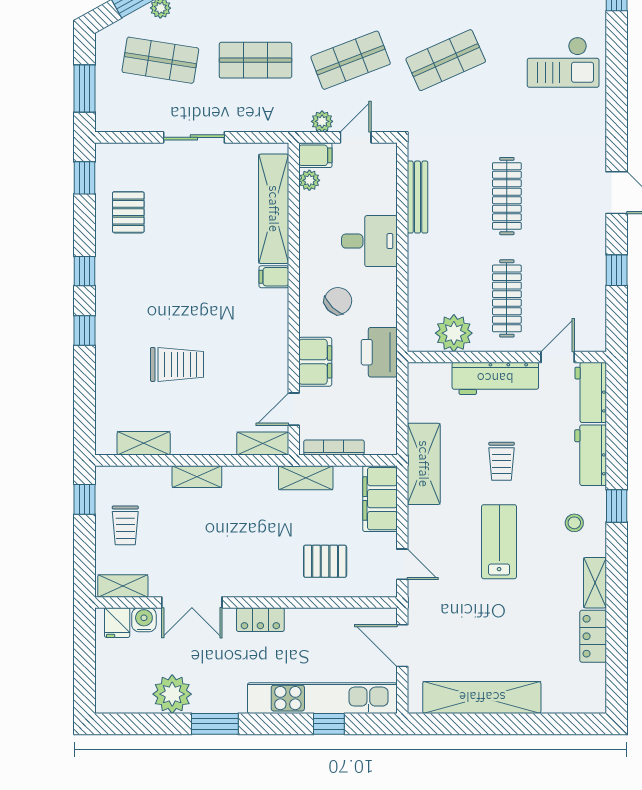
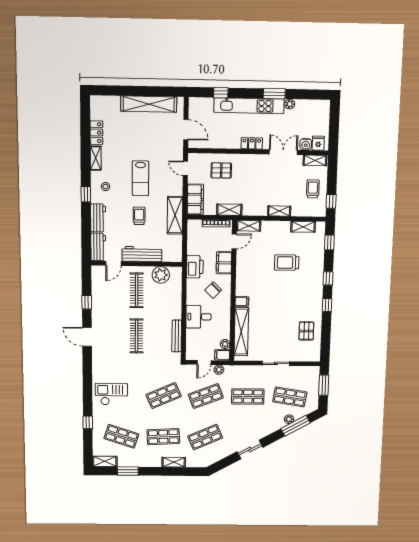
window: (84, 178) -> (329, 242), moved
plant: (172, 694) -> (290, 104), width x0.53, depth x0.53
kitchen unit: (322, 698) -> (249, 106), moved

